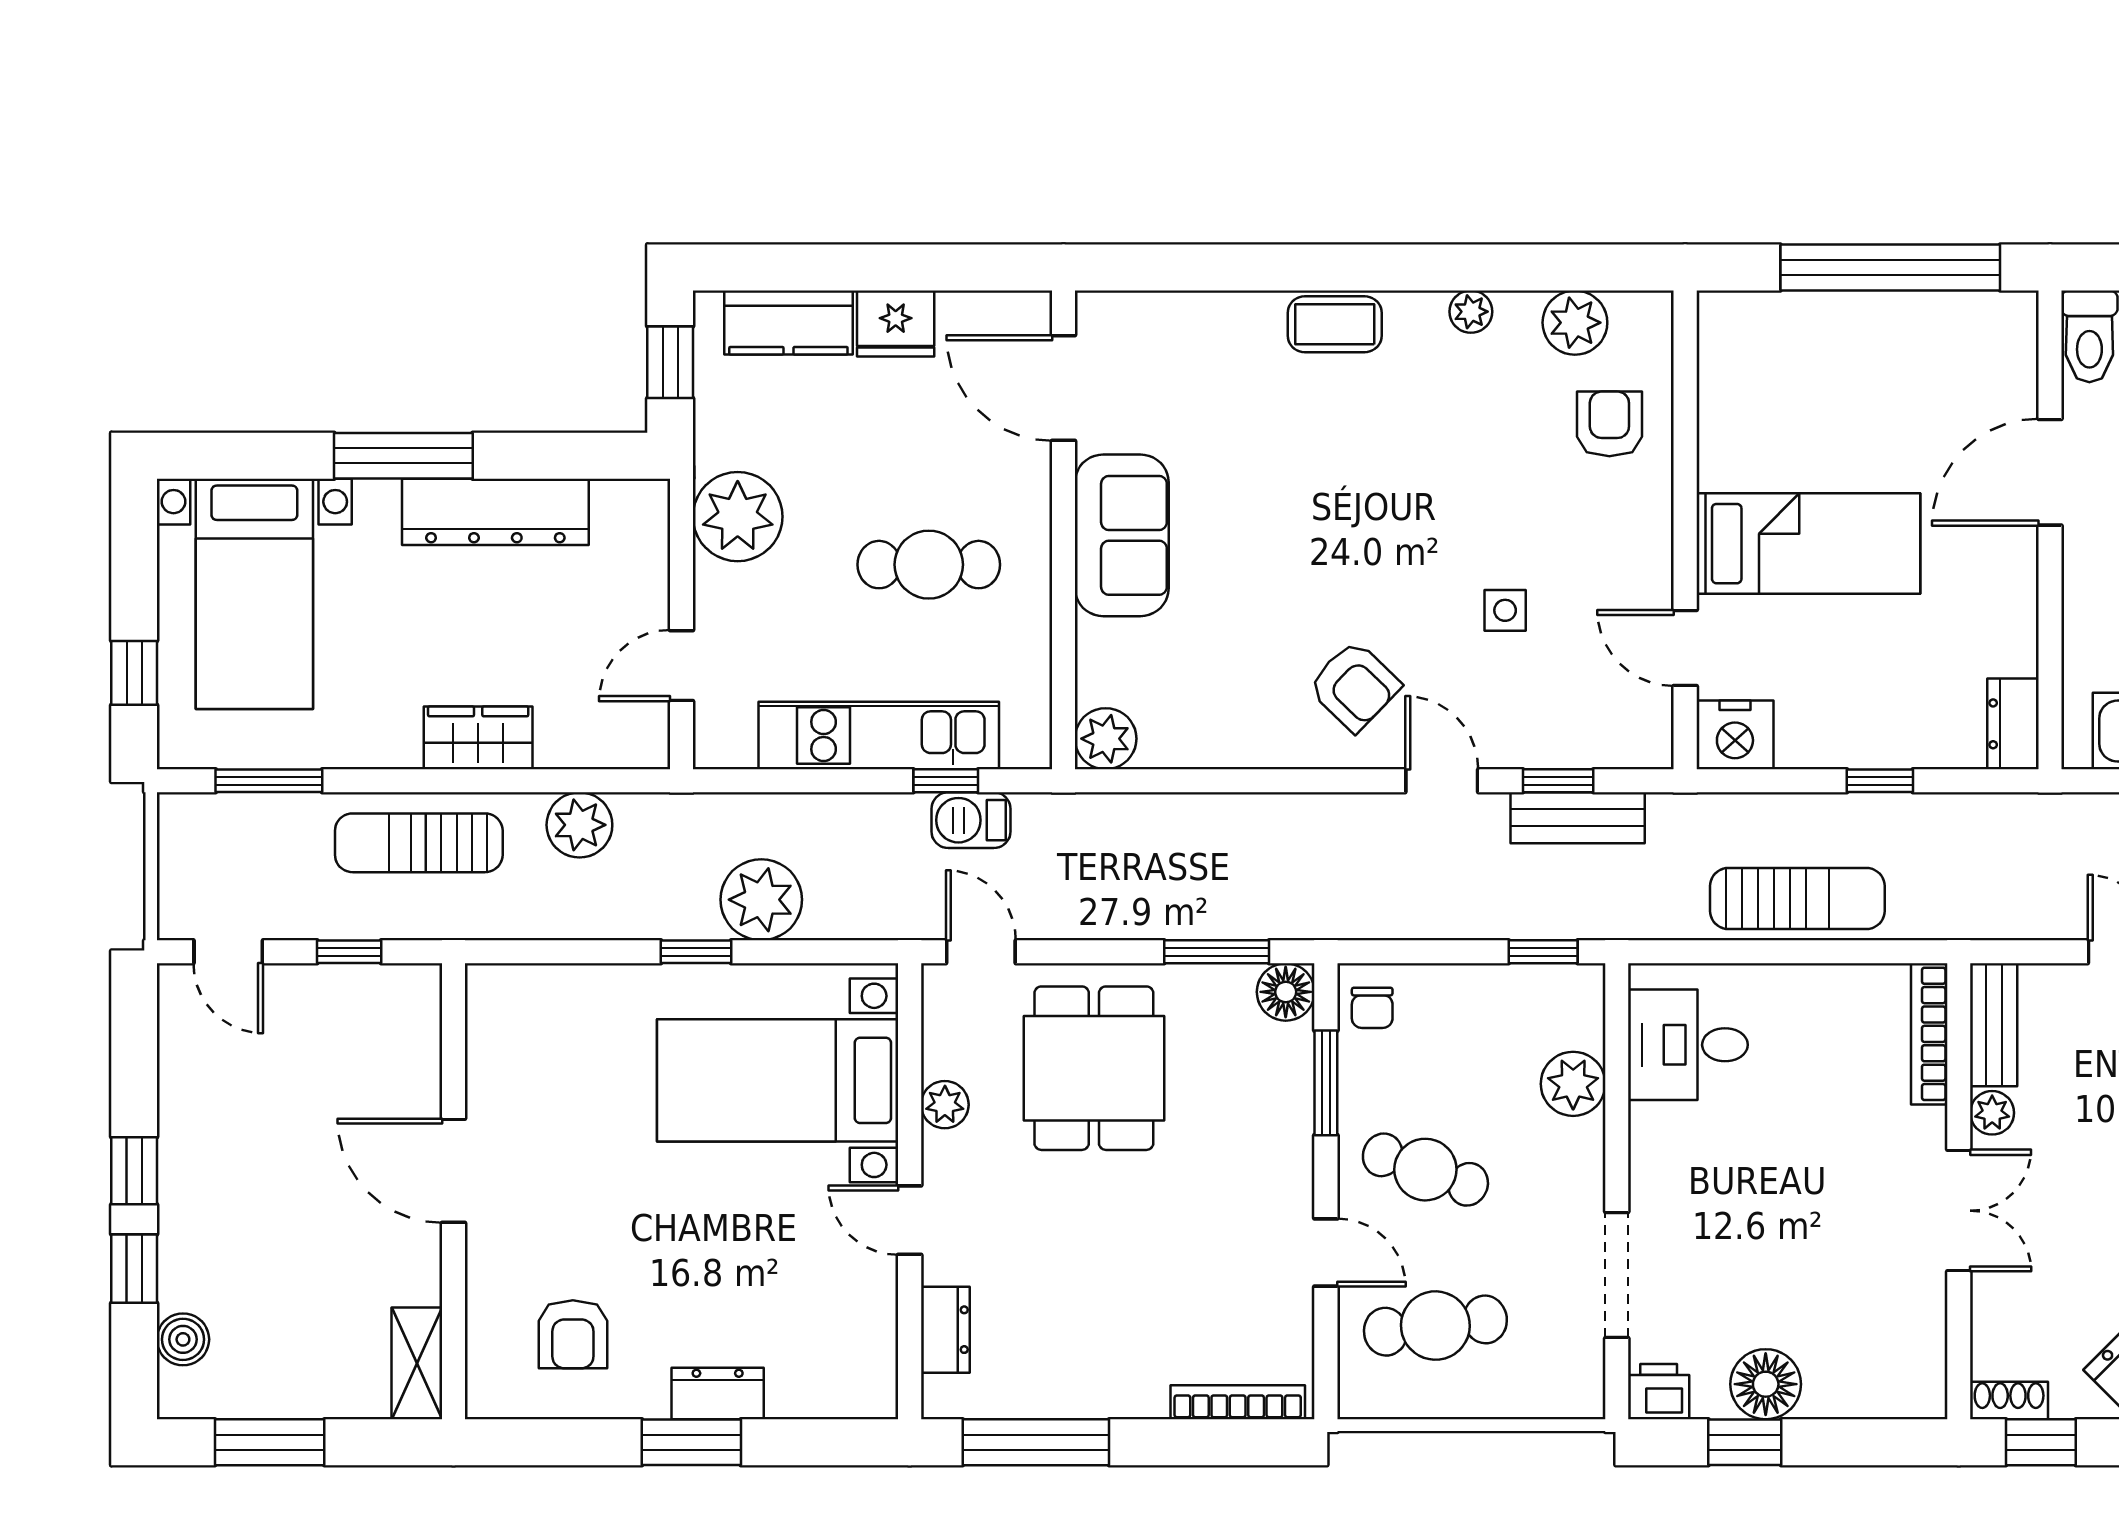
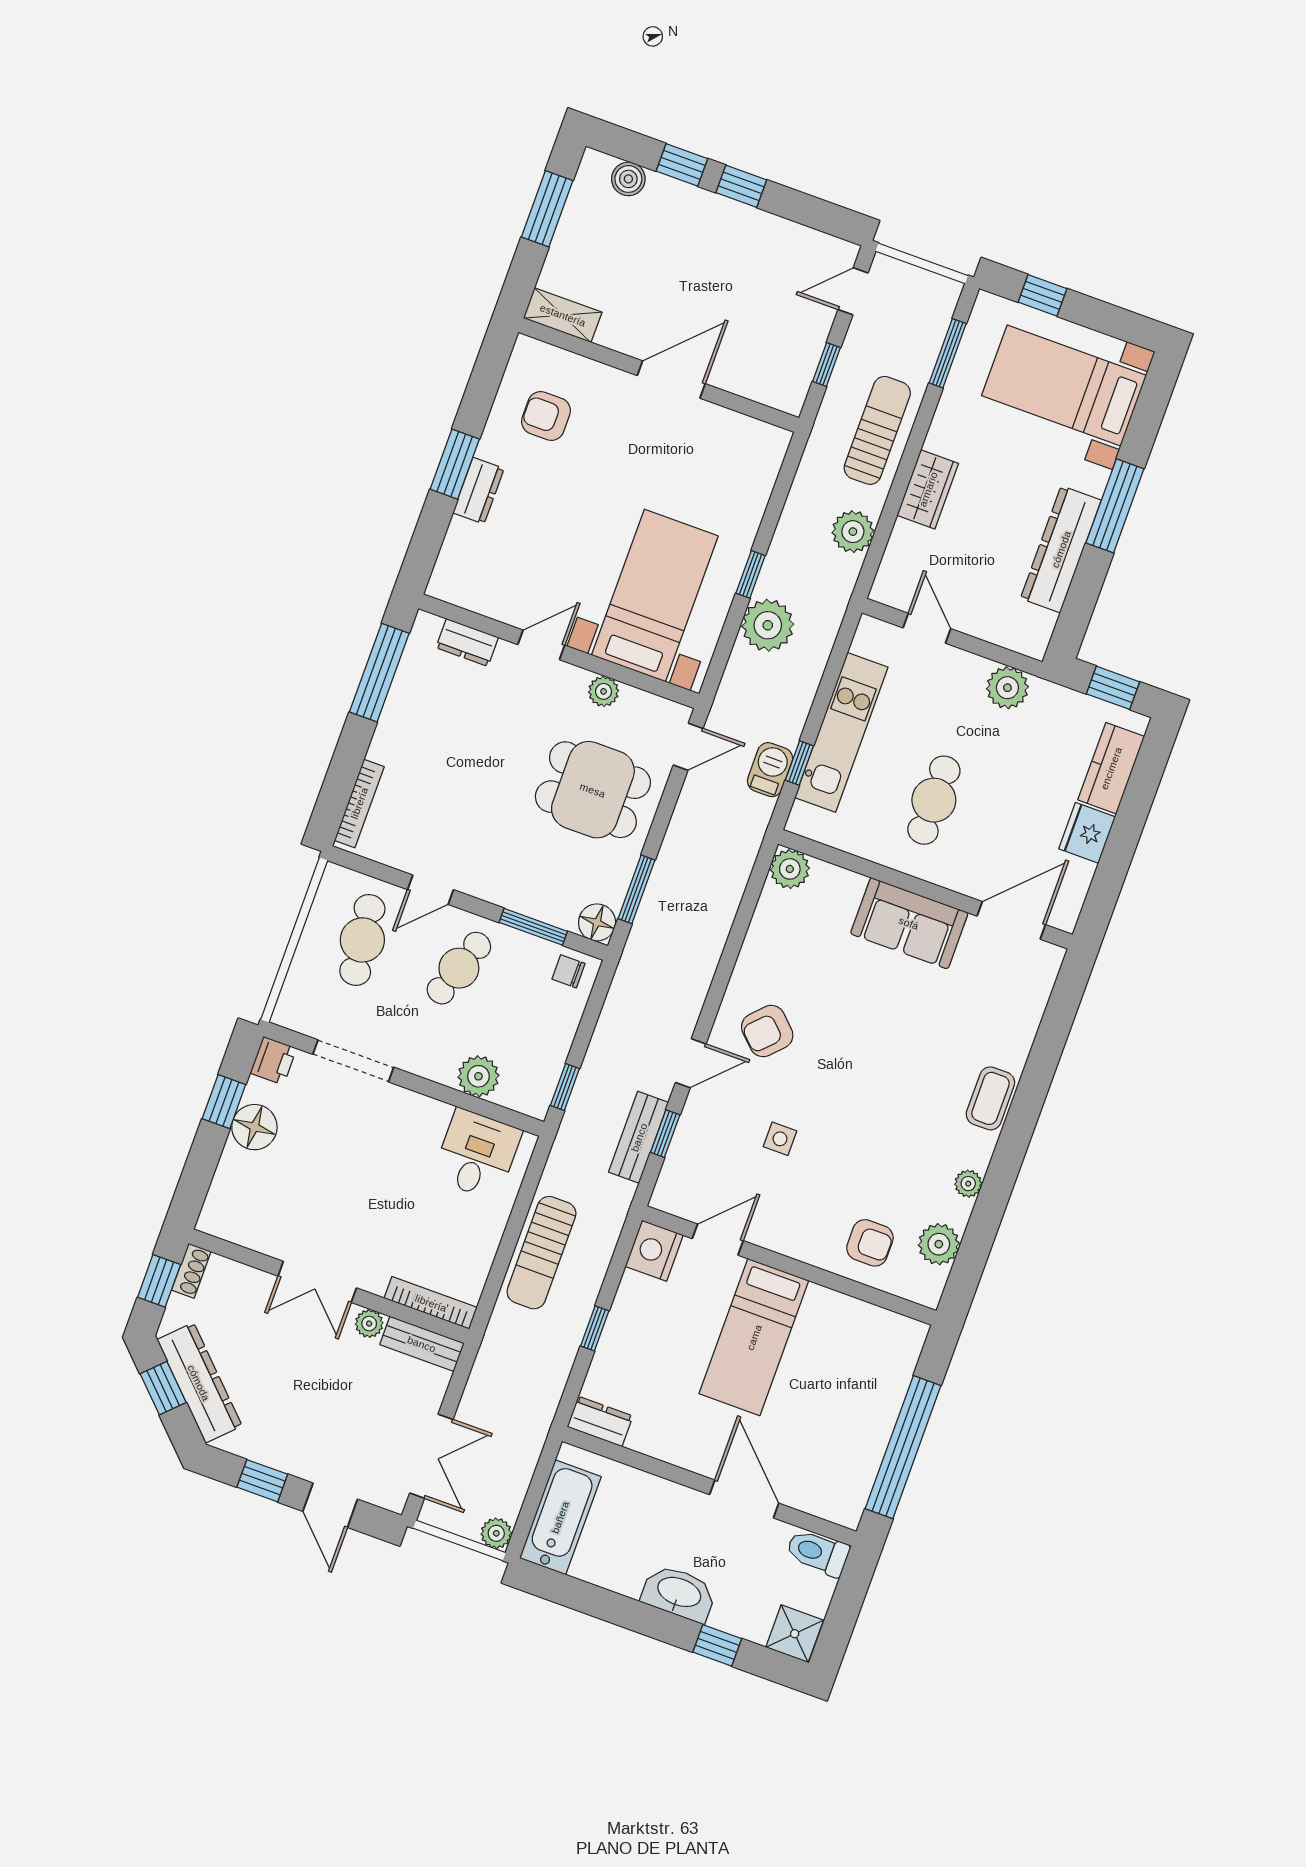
plant: (738, 517) -> (1007, 688), width x0.73, depth x0.73

